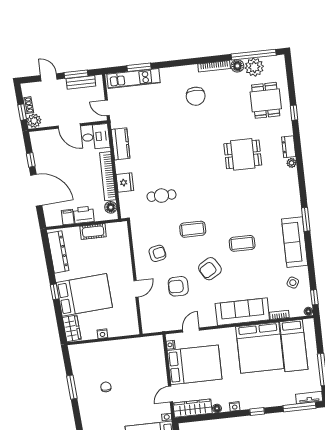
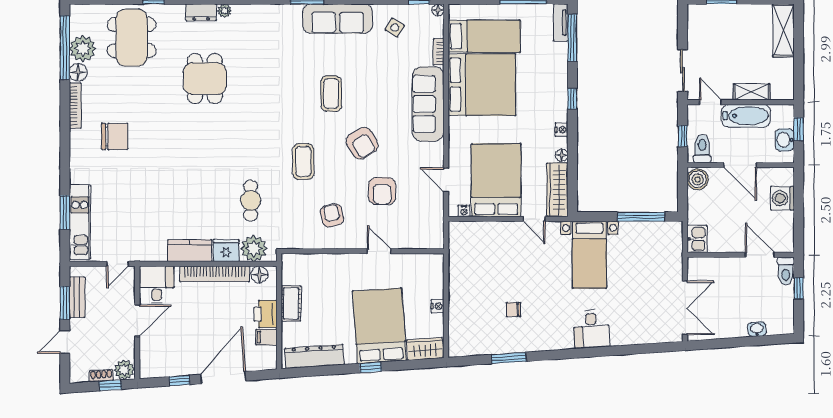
dining table: (266, 100) -> (132, 38), width x1.38
kitchen counter: (121, 144) -> (190, 251), moved
plant: (128, 201) -> (254, 249), added

